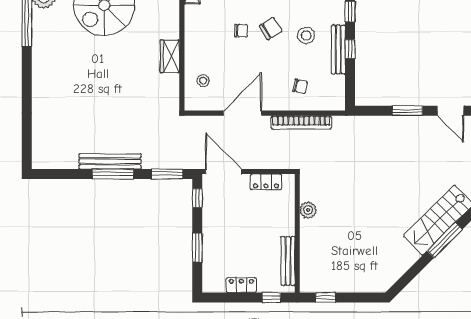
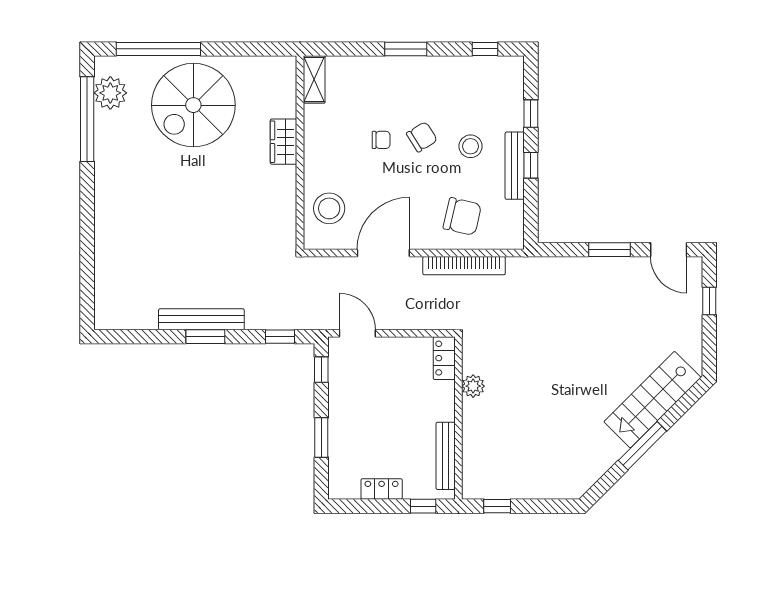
wardrobe: (170, 56) -> (284, 142), moved
stool: (203, 81) -> (329, 208), width x1.89, depth x1.89
chair: (300, 86) -> (462, 216), width x1.87, depth x1.87
door: (224, 172) -> (357, 333), width x0.73
window: (113, 174) -> (205, 337), width x0.69
window: (167, 174) -> (280, 337), width x0.67
locker: (266, 182) -> (444, 358), moved, turned 90
window: (445, 240) -> (642, 446), moved

